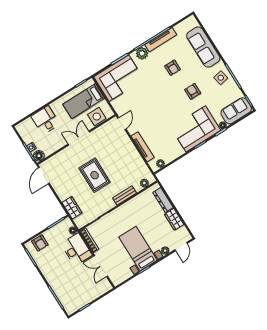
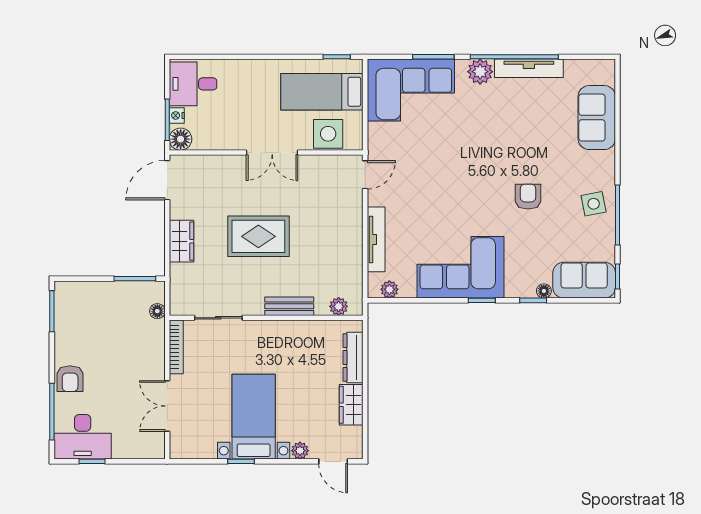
sofa: (203, 47) -> (597, 118), width x0.73
armchair: (173, 68) -> (519, 132), removed
desk: (45, 120) -> (193, 84), moved, turned -90
corner sofa: (196, 129) -> (461, 267), moved
double door: (79, 138) -> (272, 152), swing flipped
rug: (95, 175) -> (258, 236), turned 90
wardrobe: (72, 208) -> (182, 241), moved
armchair: (40, 243) -> (70, 379), moved
door: (181, 247) -> (333, 461), hinge flipped
desk: (76, 249) -> (83, 437), moved, turned 90

